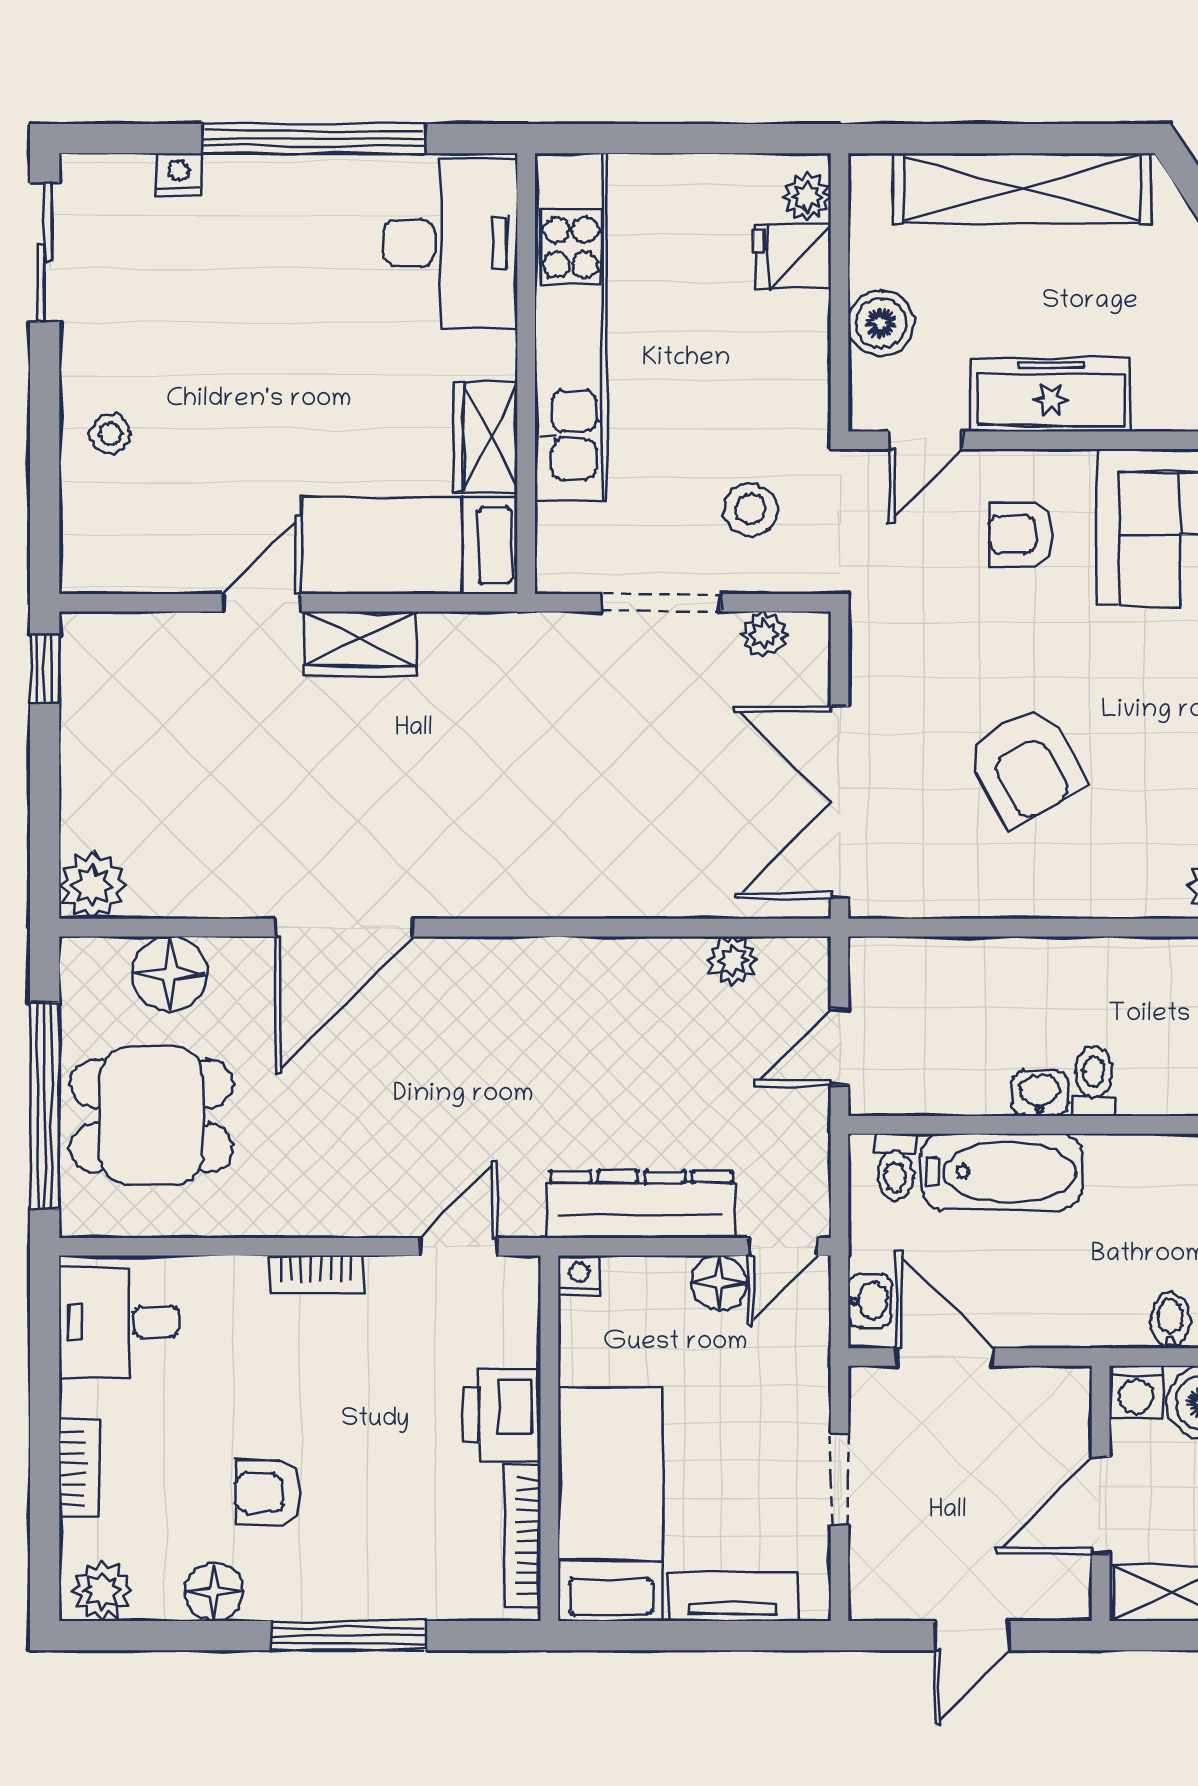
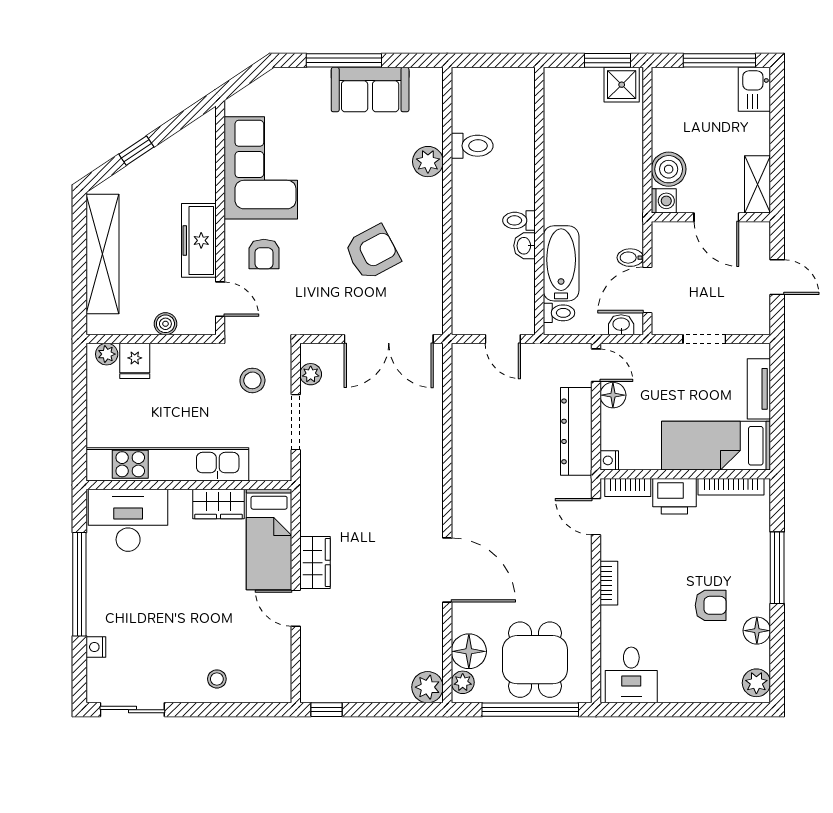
boiler: (881, 323) -> (165, 324), width x0.73, depth x0.73
plant: (732, 961) -> (463, 682), moved
bidet: (1170, 1320) -> (630, 258), moved
bookcase: (79, 1468) -> (628, 487), moved, turned 180
armchair: (268, 1493) -> (711, 605), turned -90

